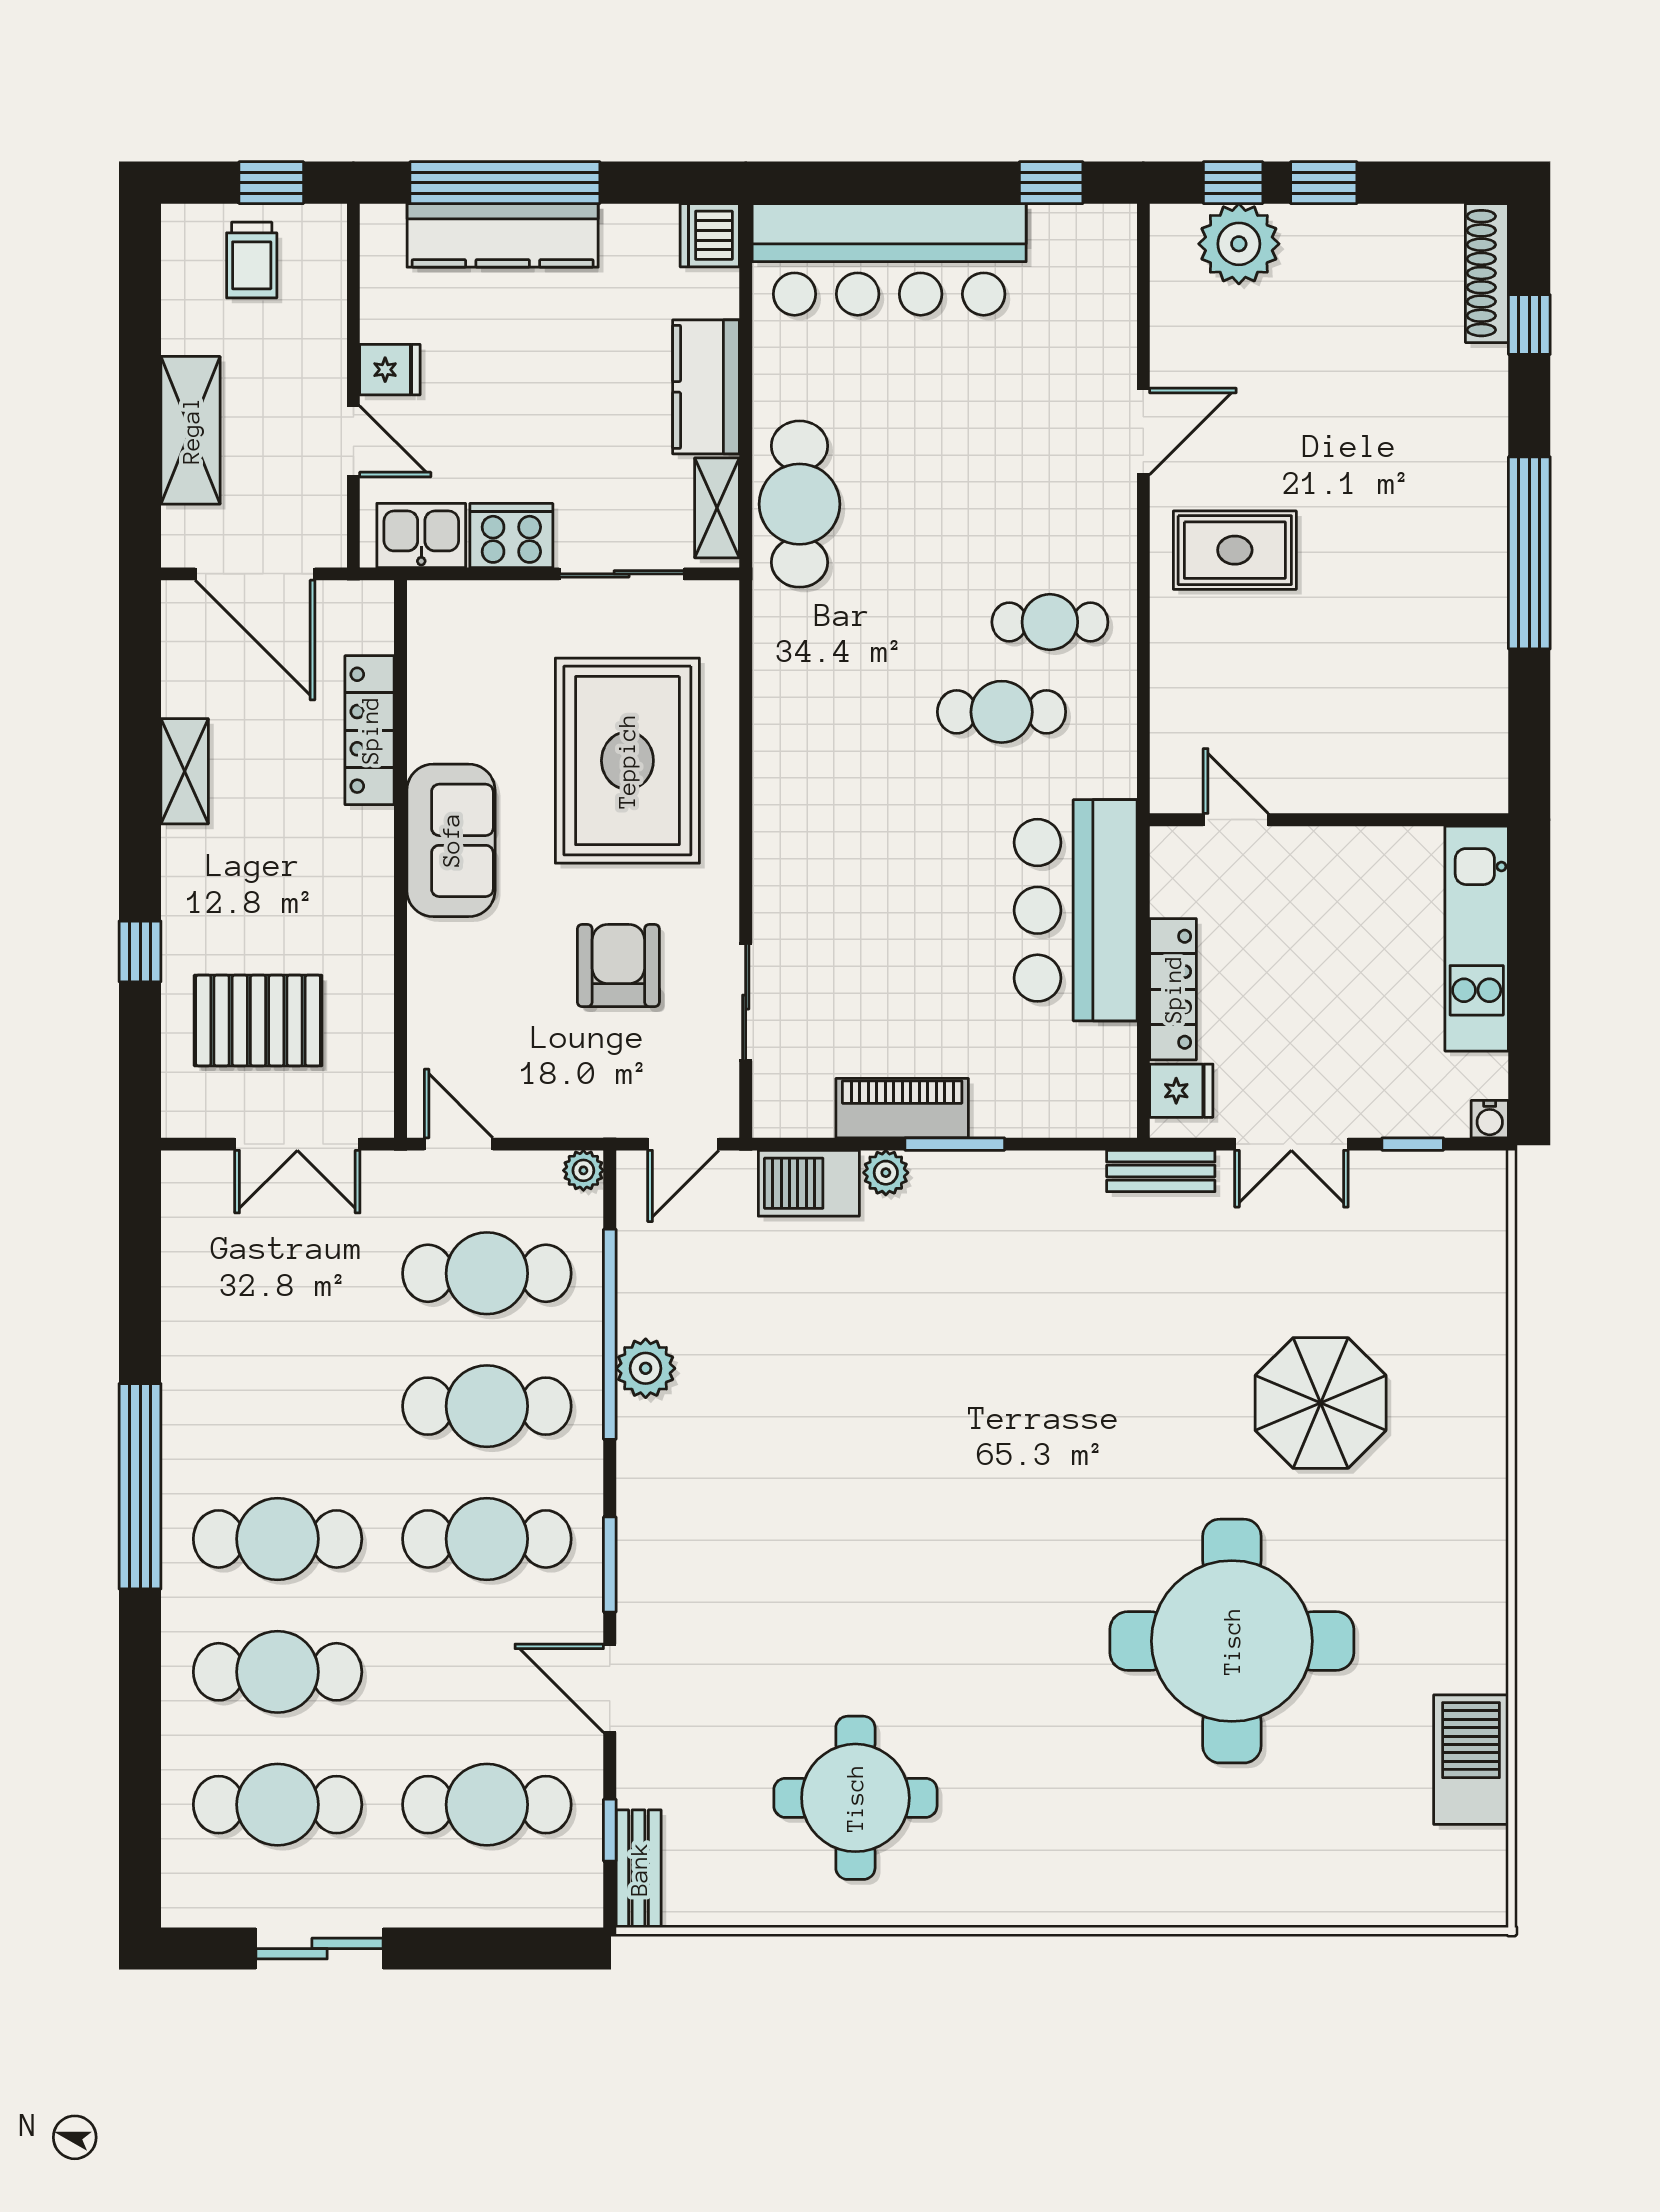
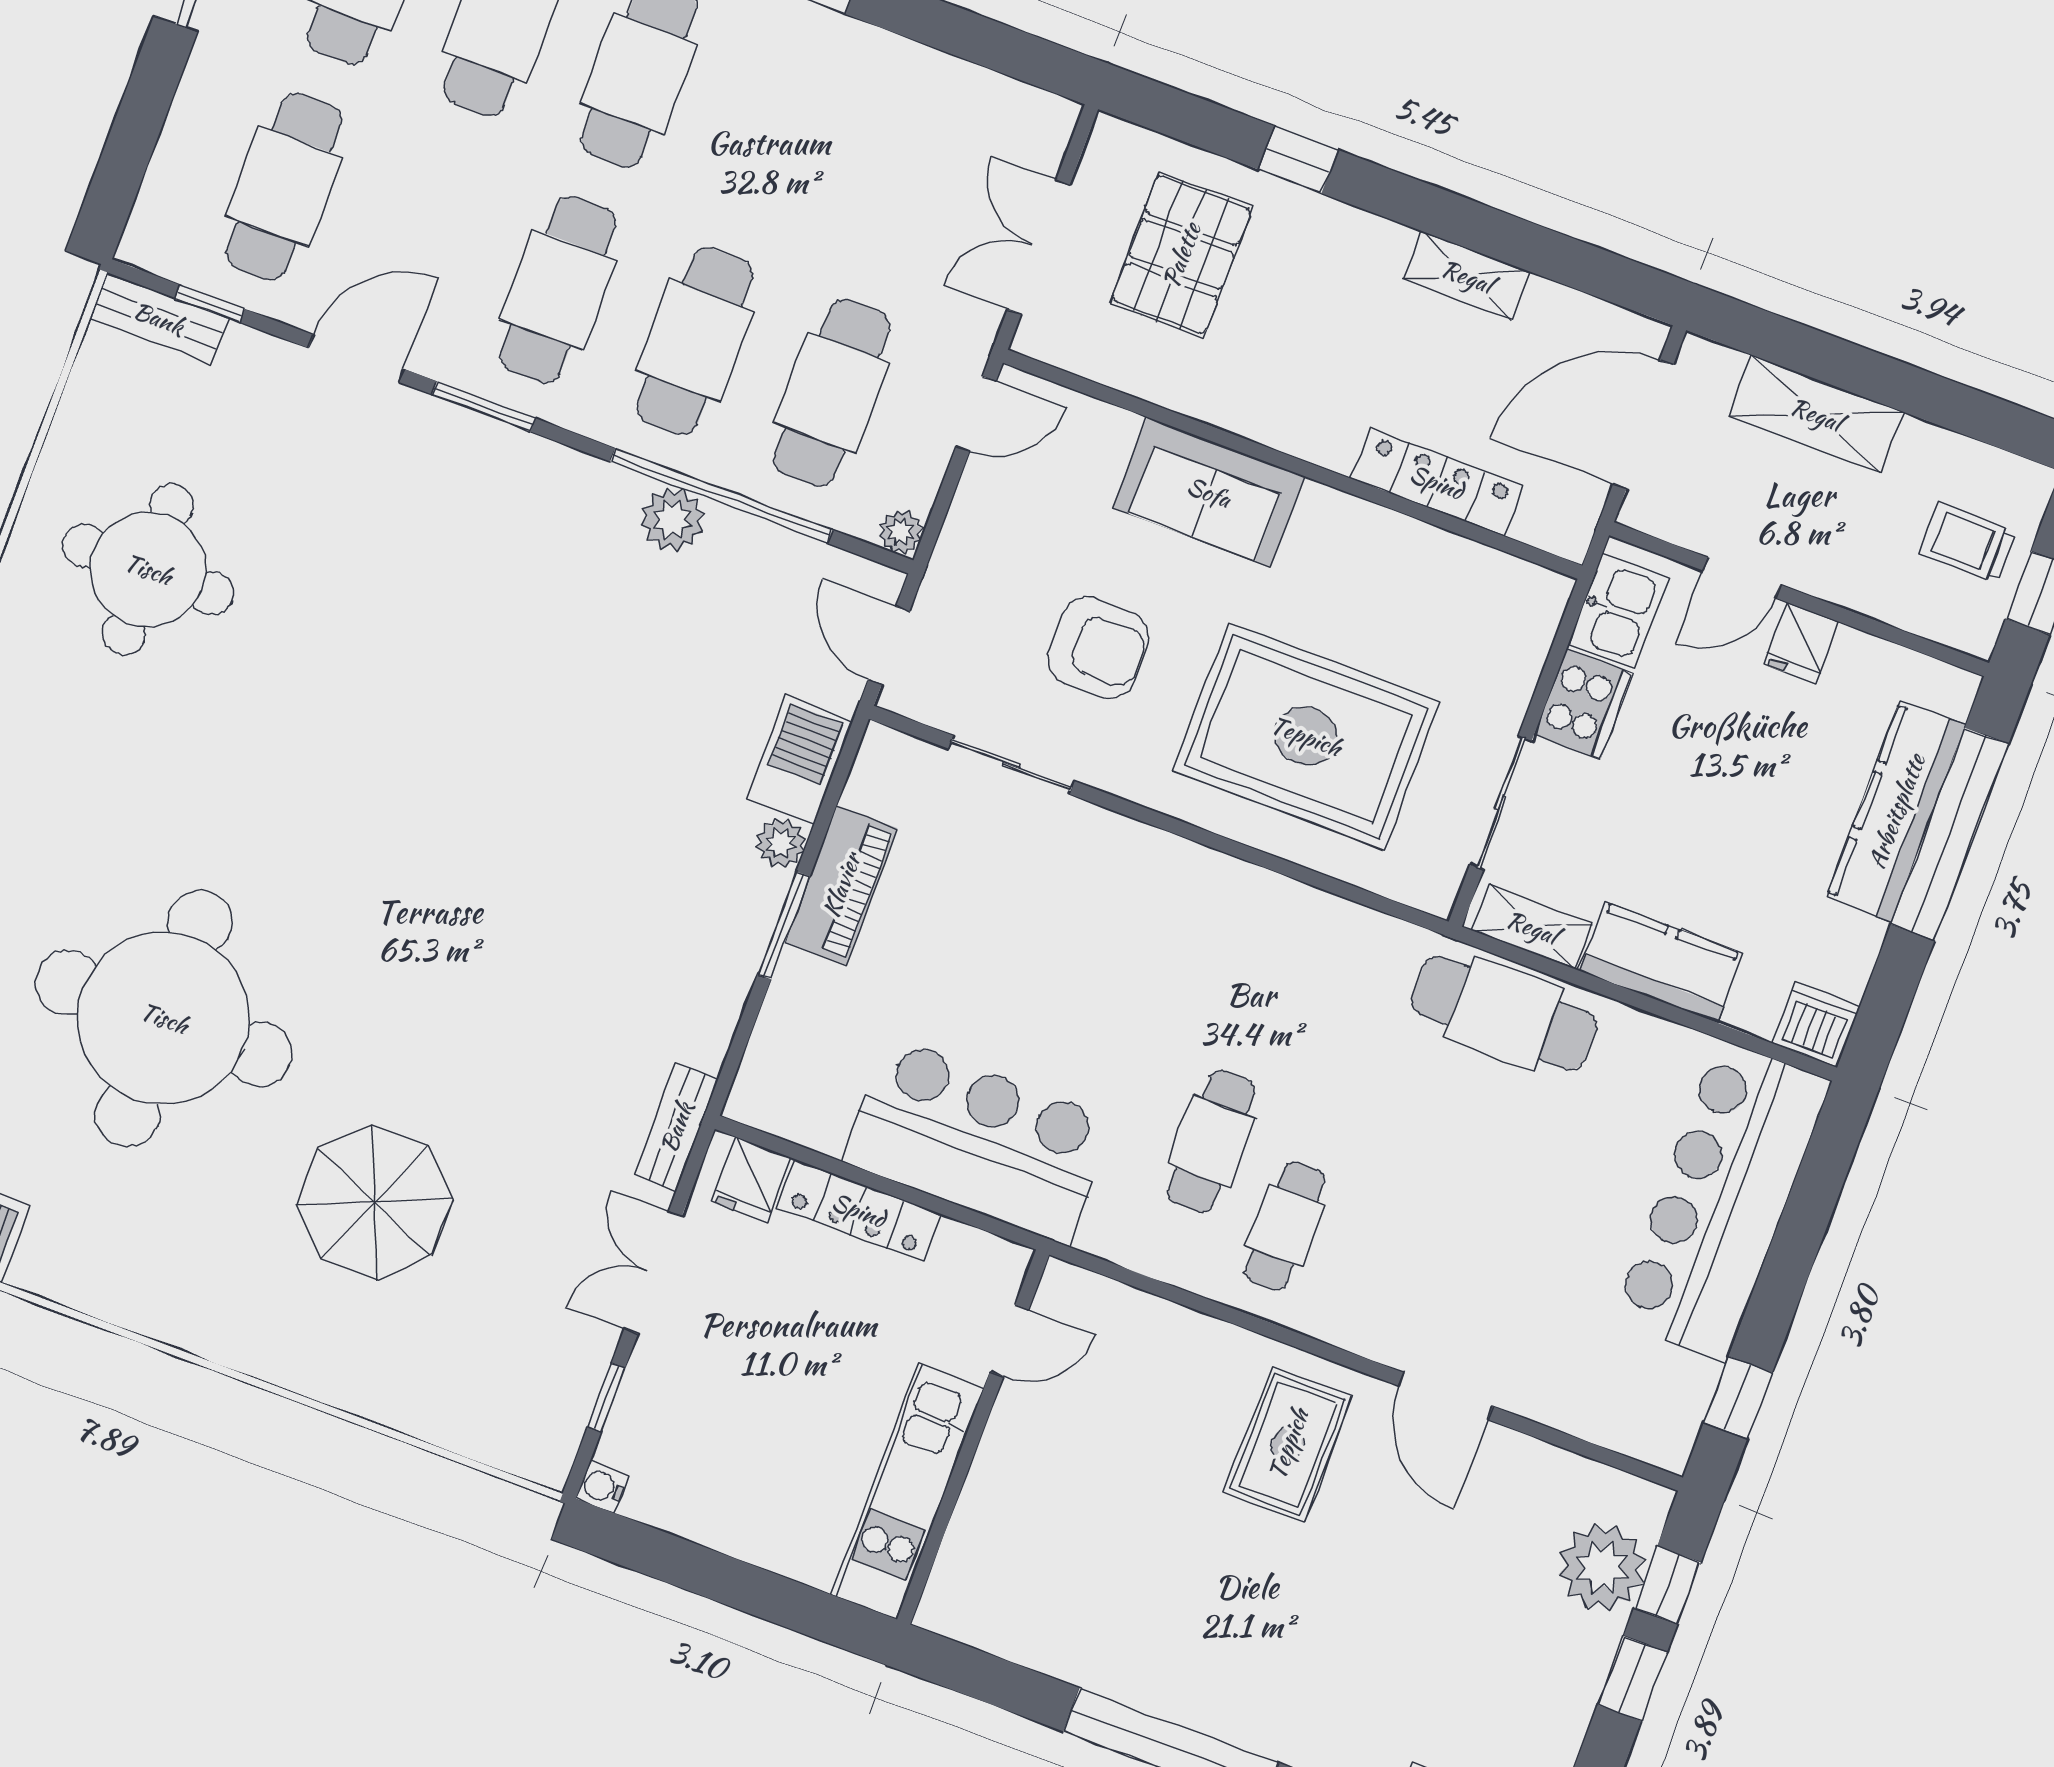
sofa: (451, 840) -> (1209, 492), moved
kitchen unit: (1477, 939) -> (908, 1491), moved, turned -90

